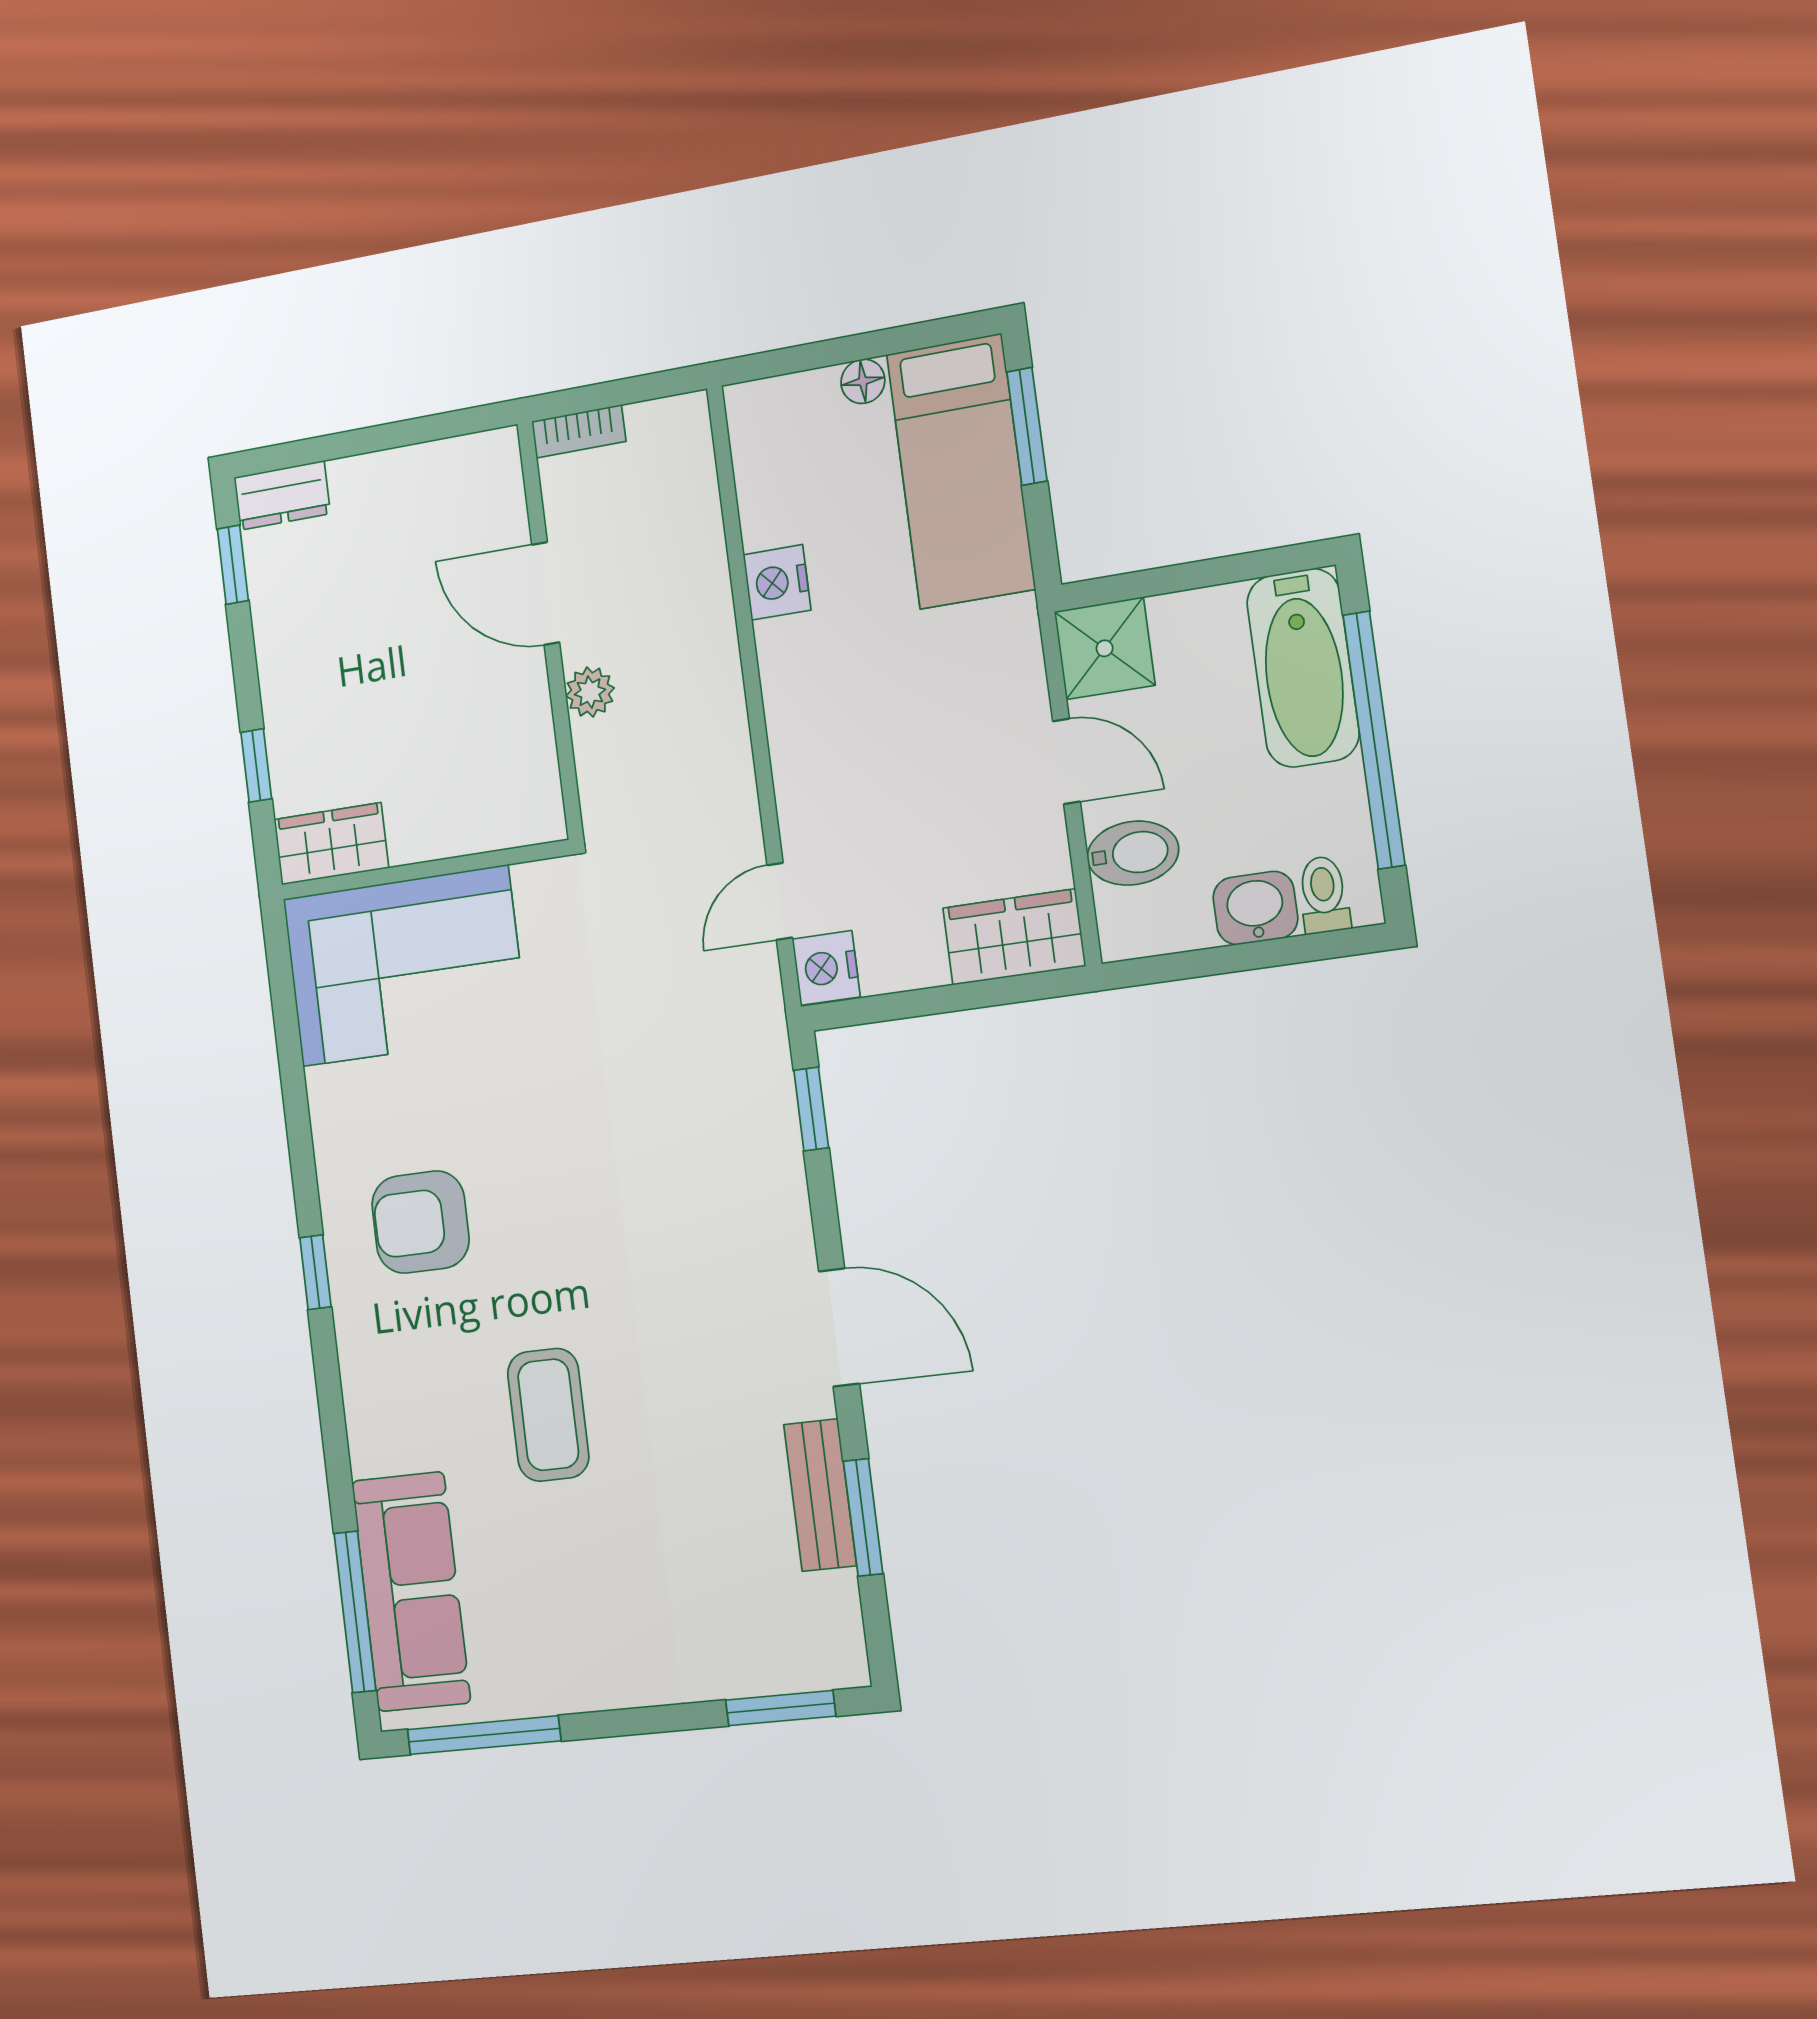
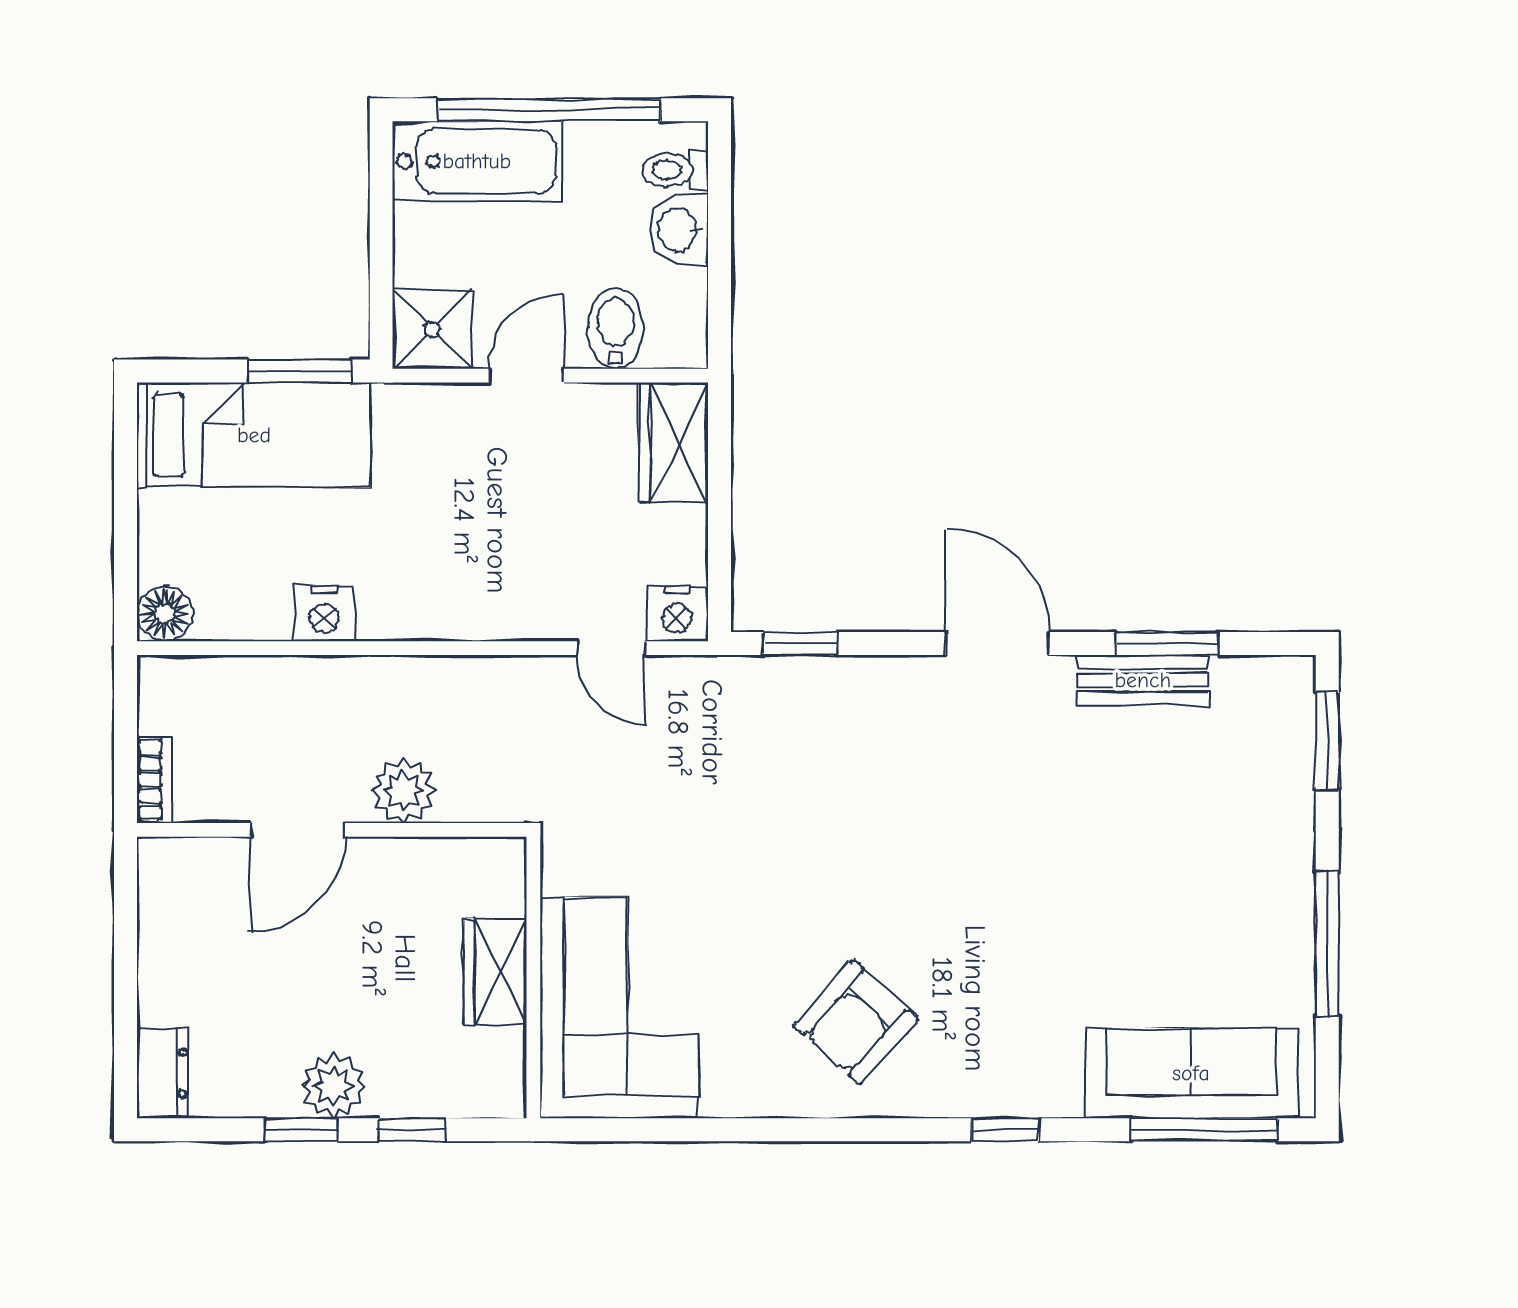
floor lamp: (863, 381) -> (164, 614), moved, width x1.37, depth x1.37
window: (1027, 426) -> (300, 371), moved
window: (233, 565) -> (301, 1130), moved
plant: (290, 677) -> (334, 1086), added
plant: (590, 692) -> (404, 791), width x1.38, depth x1.38
wardrobe: (331, 844) -> (496, 972), moved
armchair: (420, 1222) -> (856, 1022), turned 42
window: (315, 1272) -> (1005, 1130), moved
door: (839, 1327) -> (997, 644), hinge flipped
coffee table: (548, 1415) -> (1045, 922), removed
window: (484, 1735) -> (1327, 944), moved

